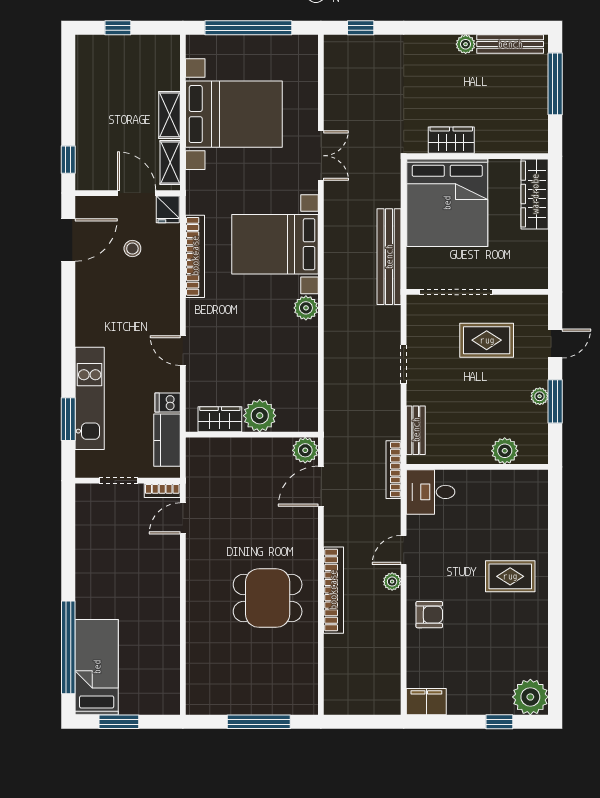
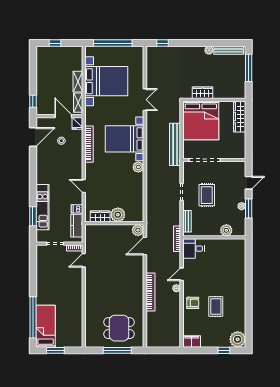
rug: (487, 340) -> (207, 195), moved, turned 90
rug: (510, 576) -> (216, 307), moved, turned 90
dining table: (268, 598) -> (119, 328), moved

